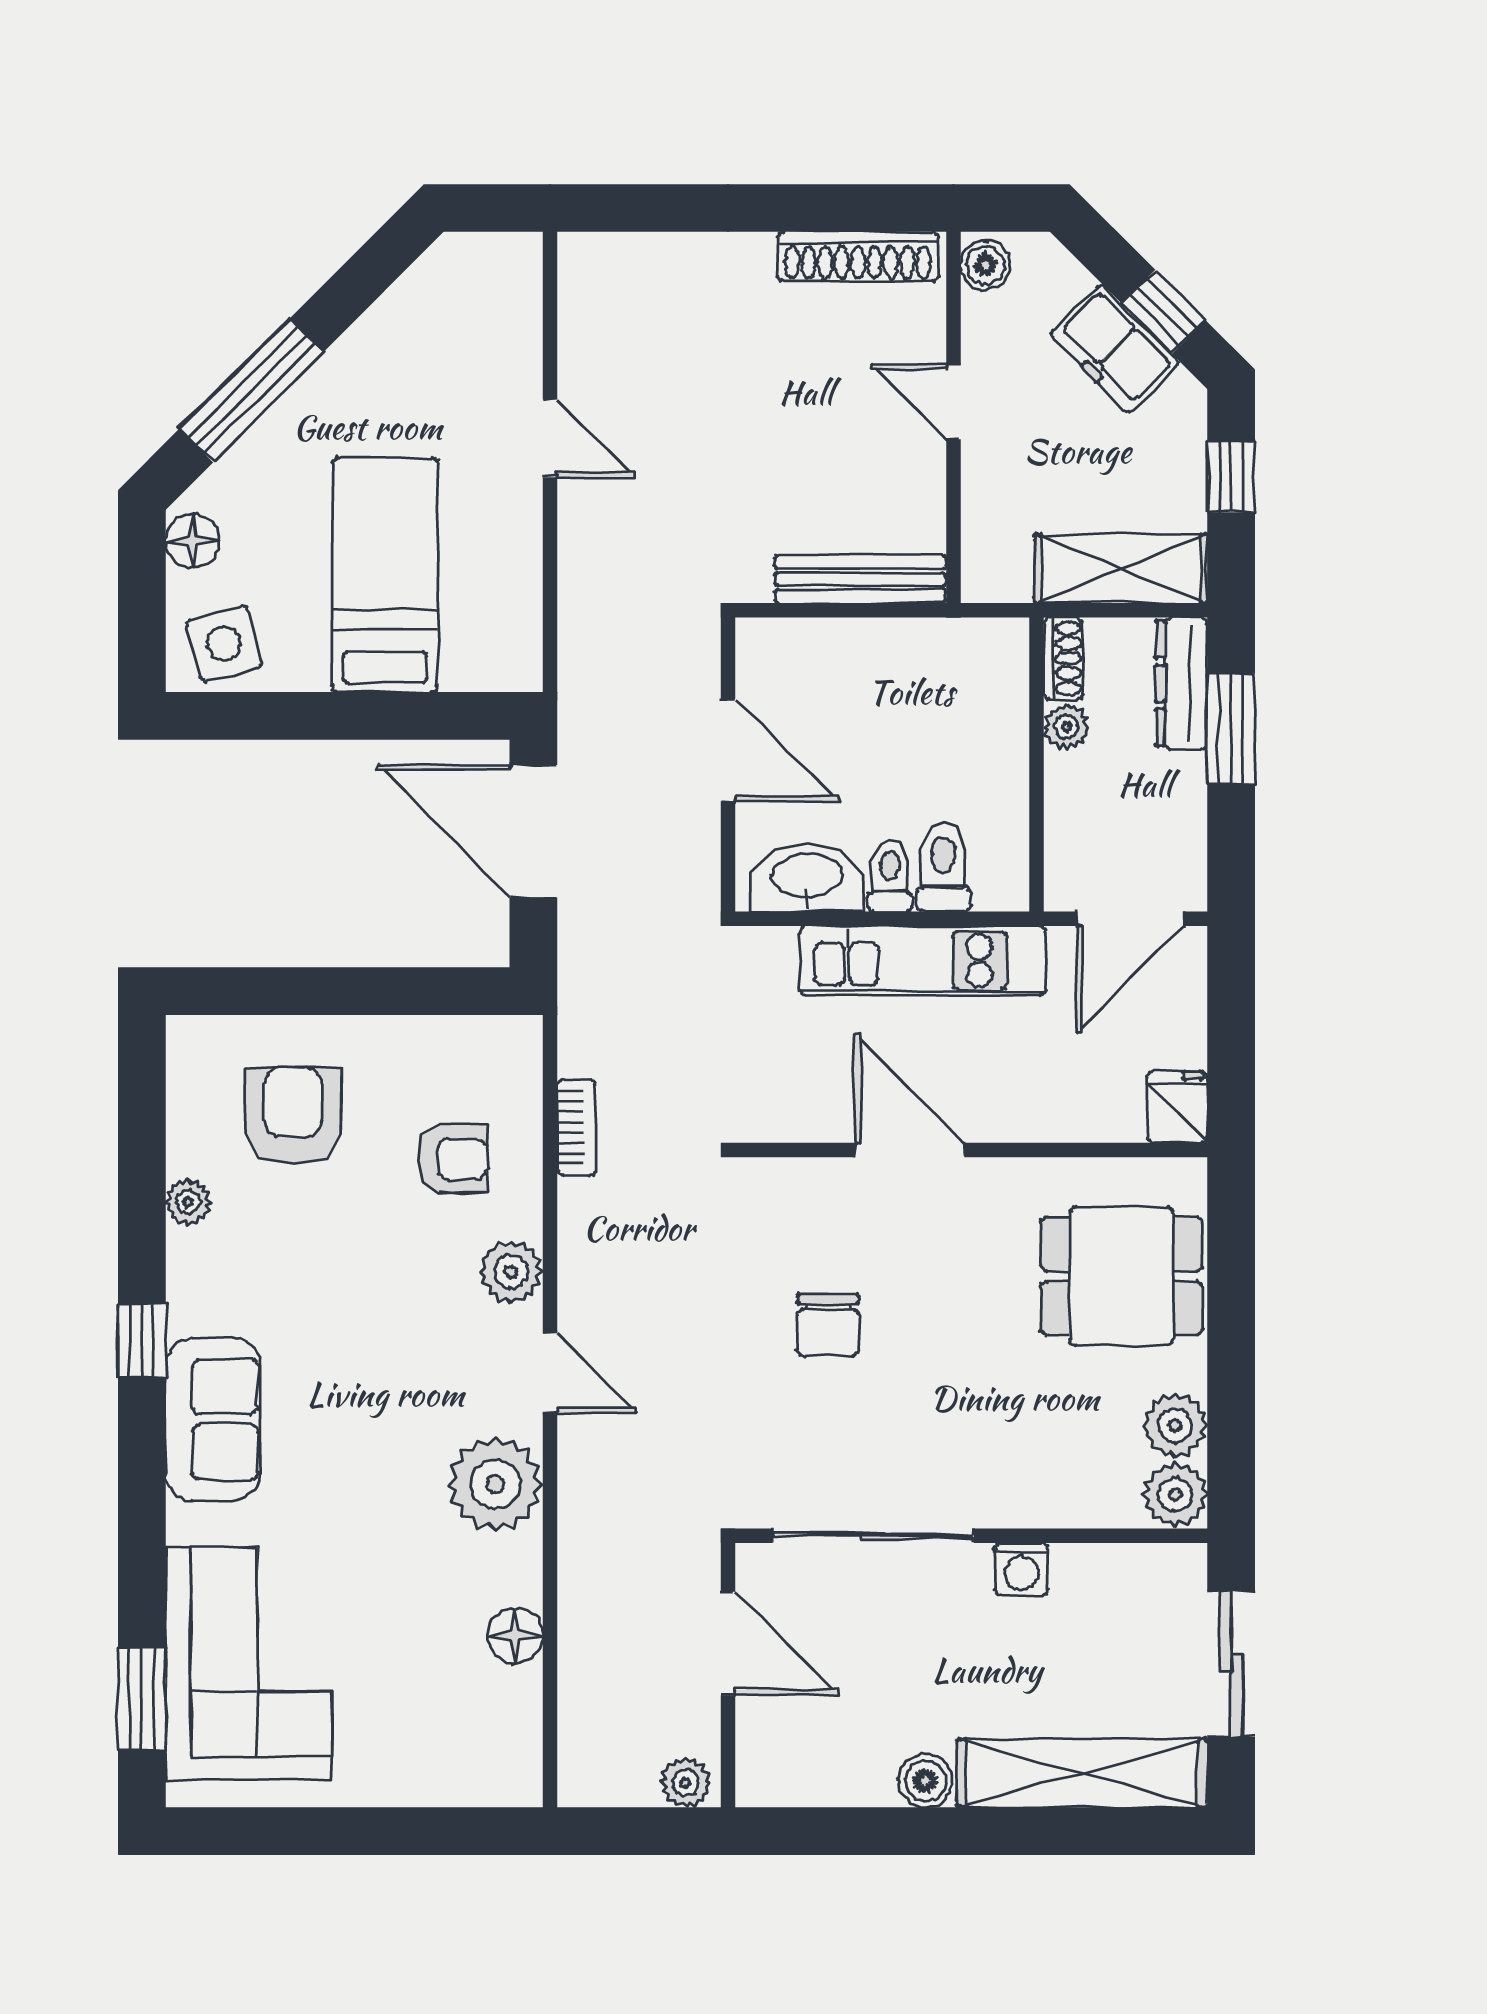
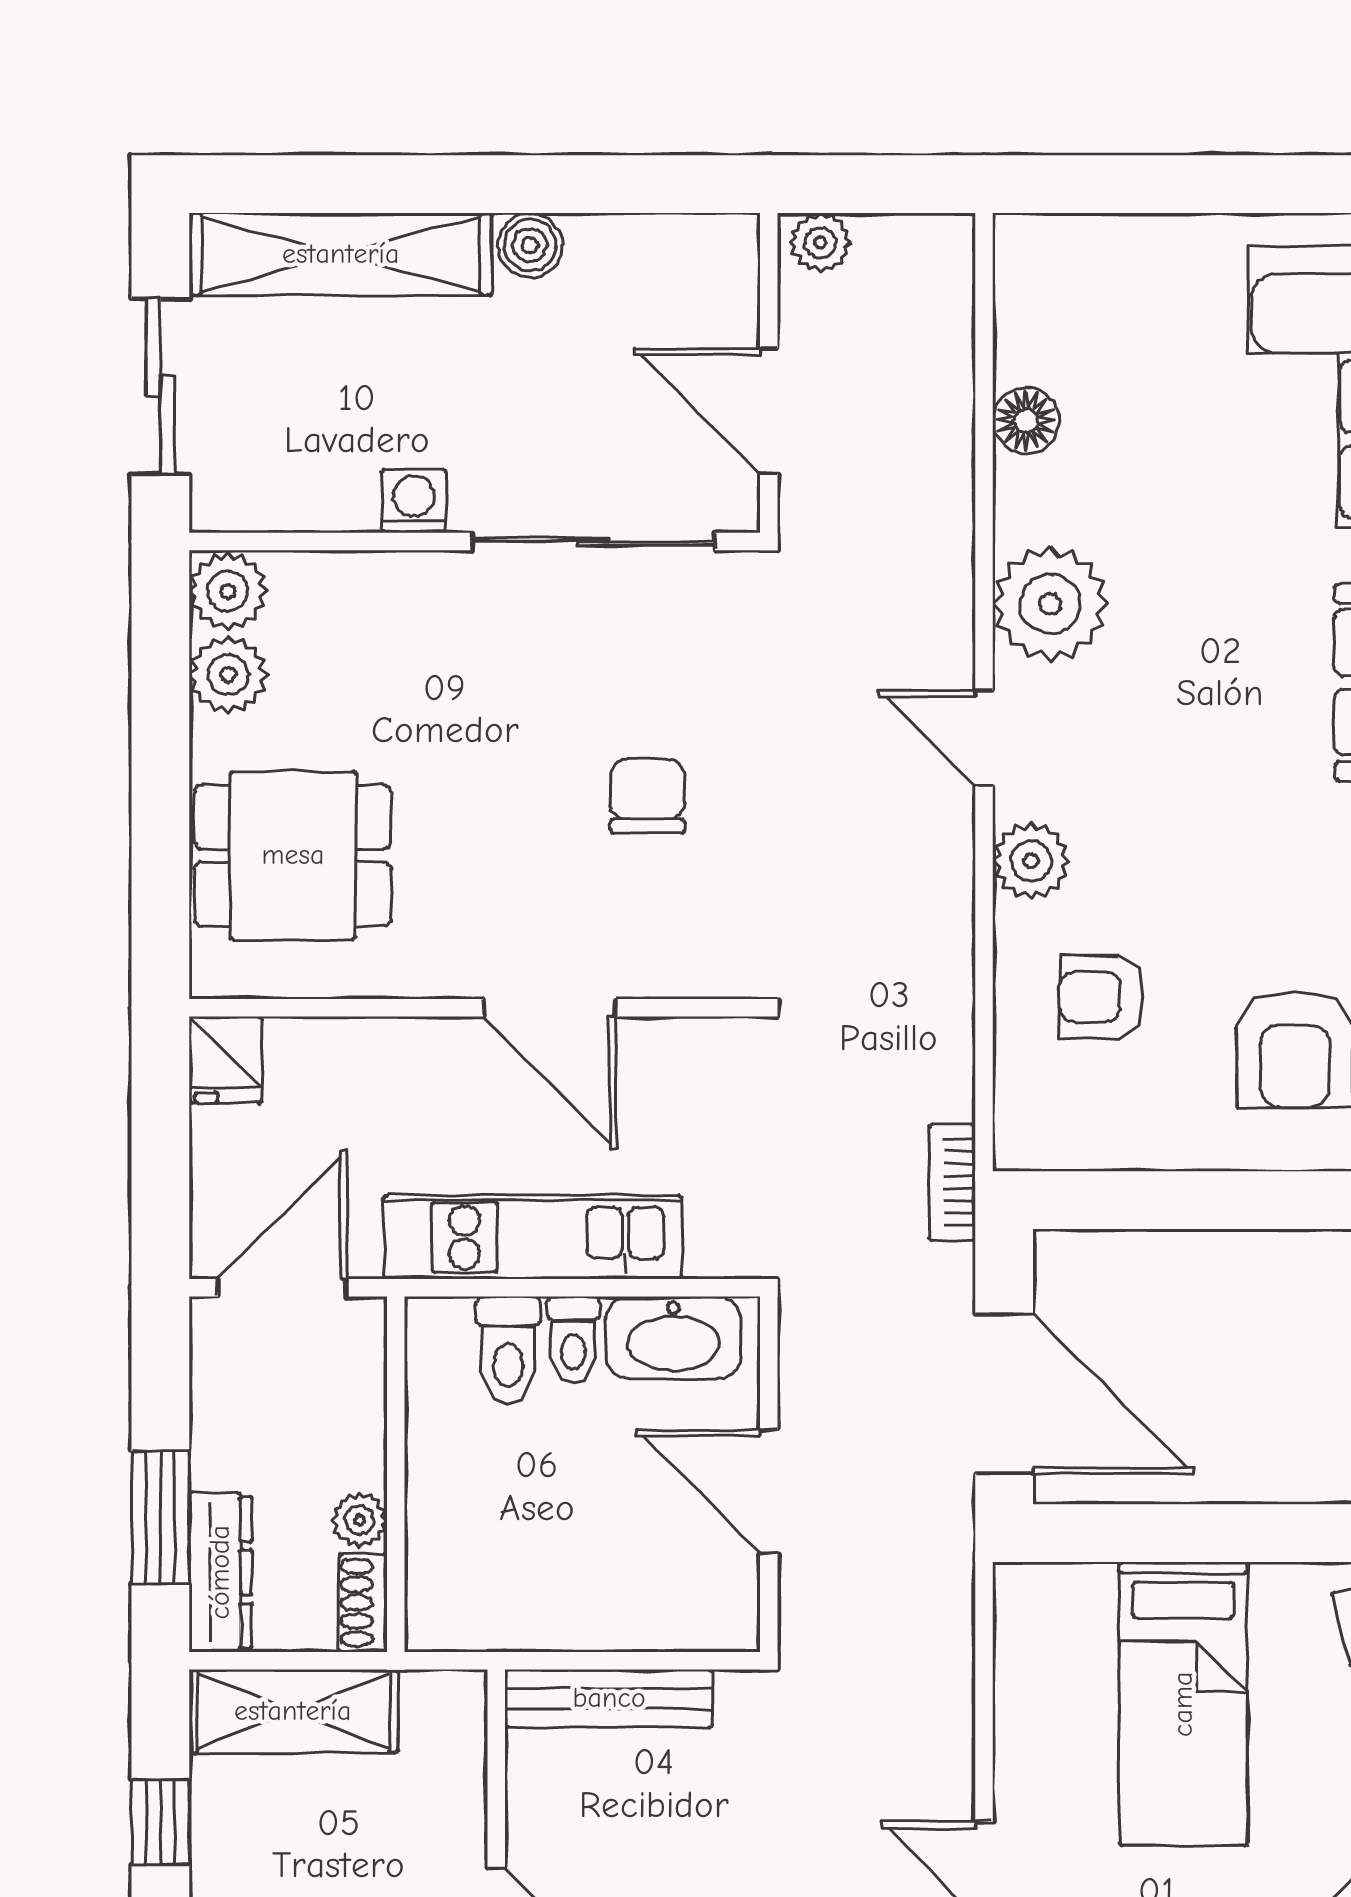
bookcase: (576, 1127) -> (952, 1182), moved

